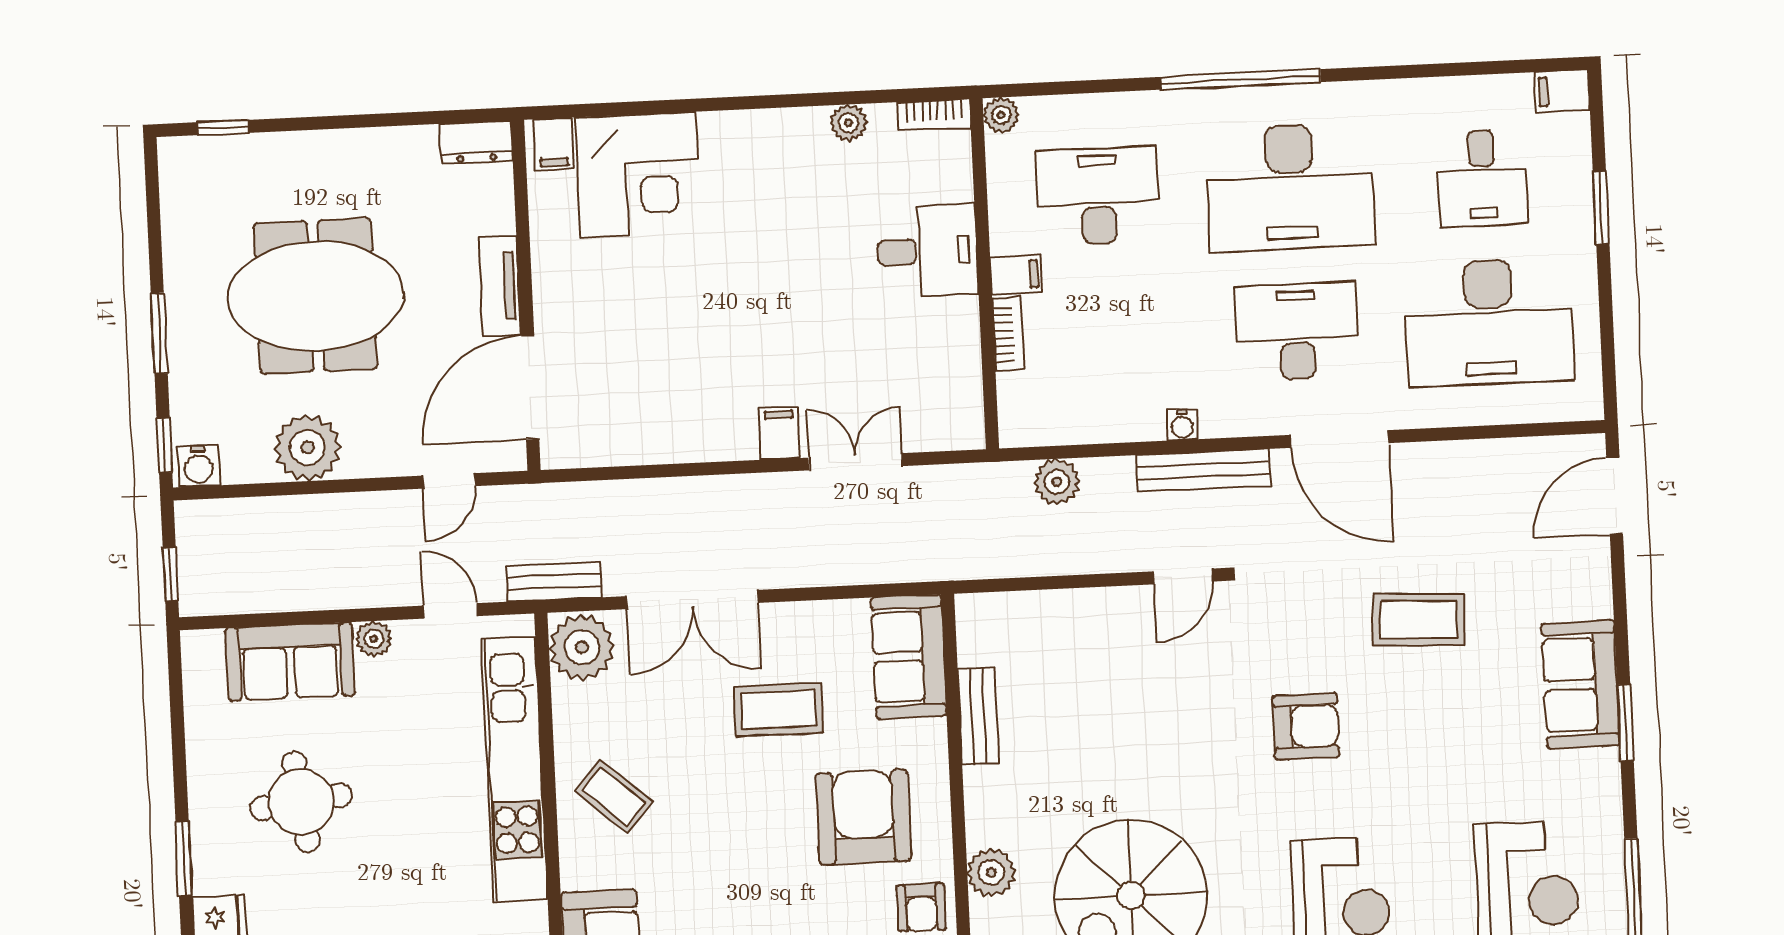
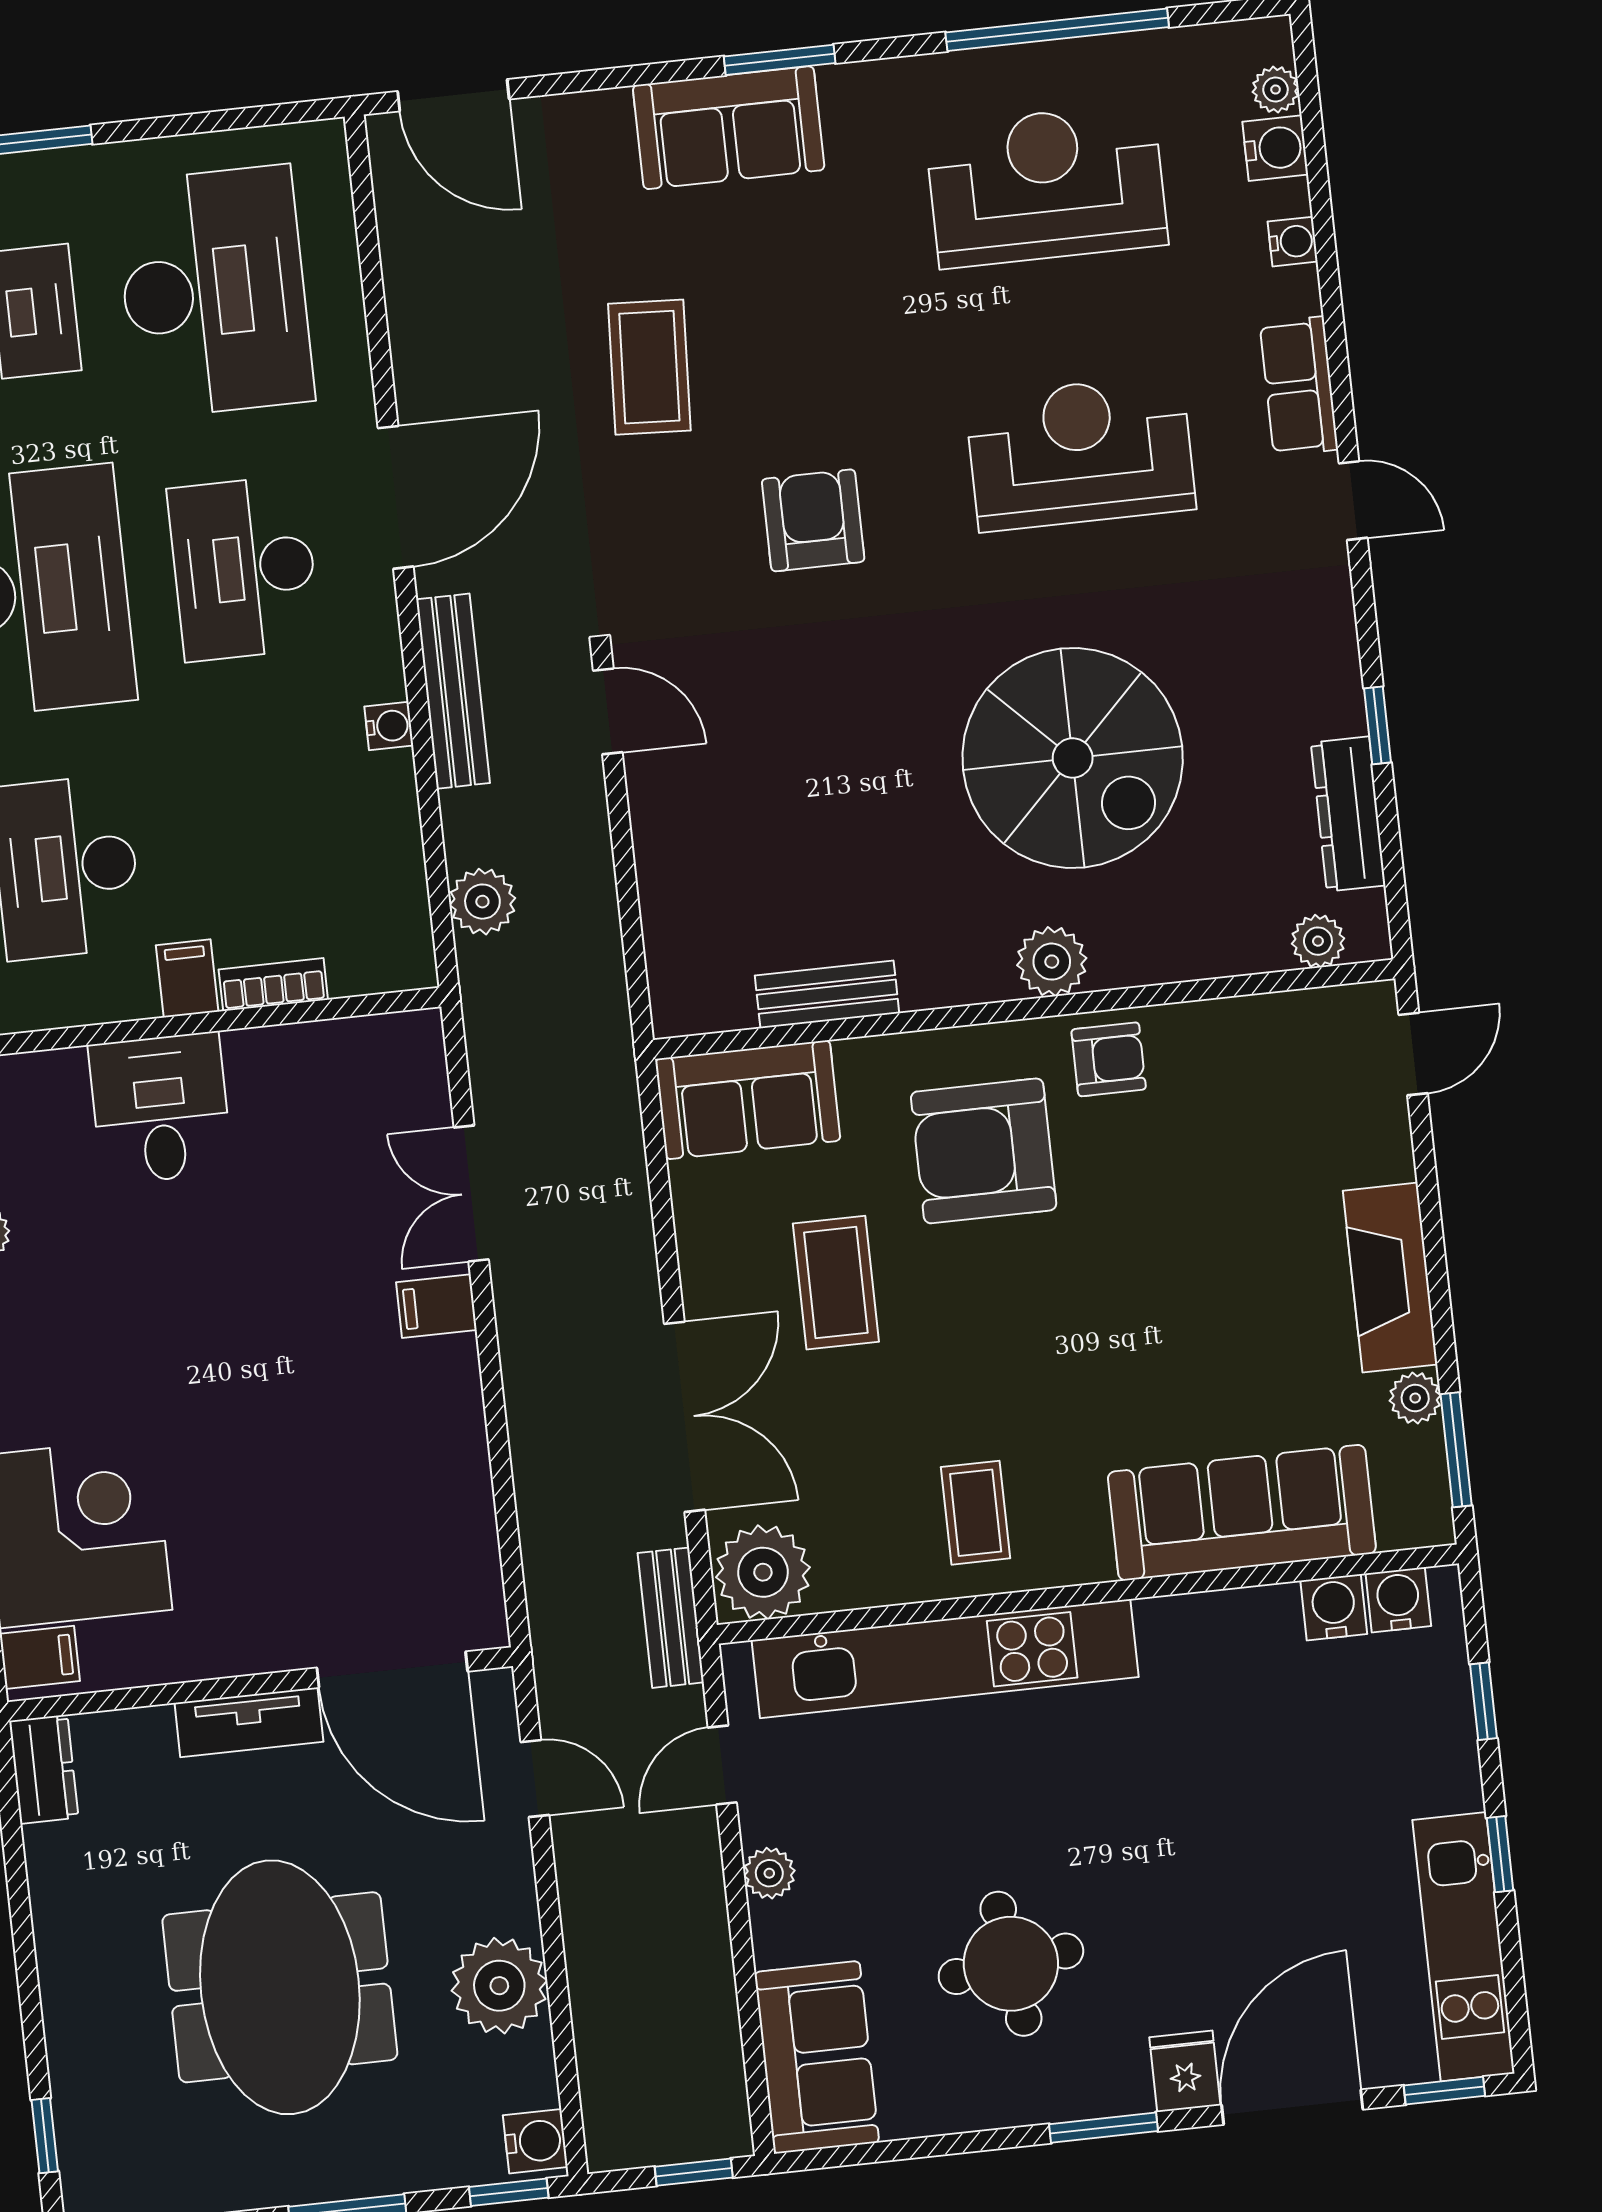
sofa: (290, 662) -> (817, 2057), moved
coffee table: (614, 796) -> (976, 1513), turned -41

